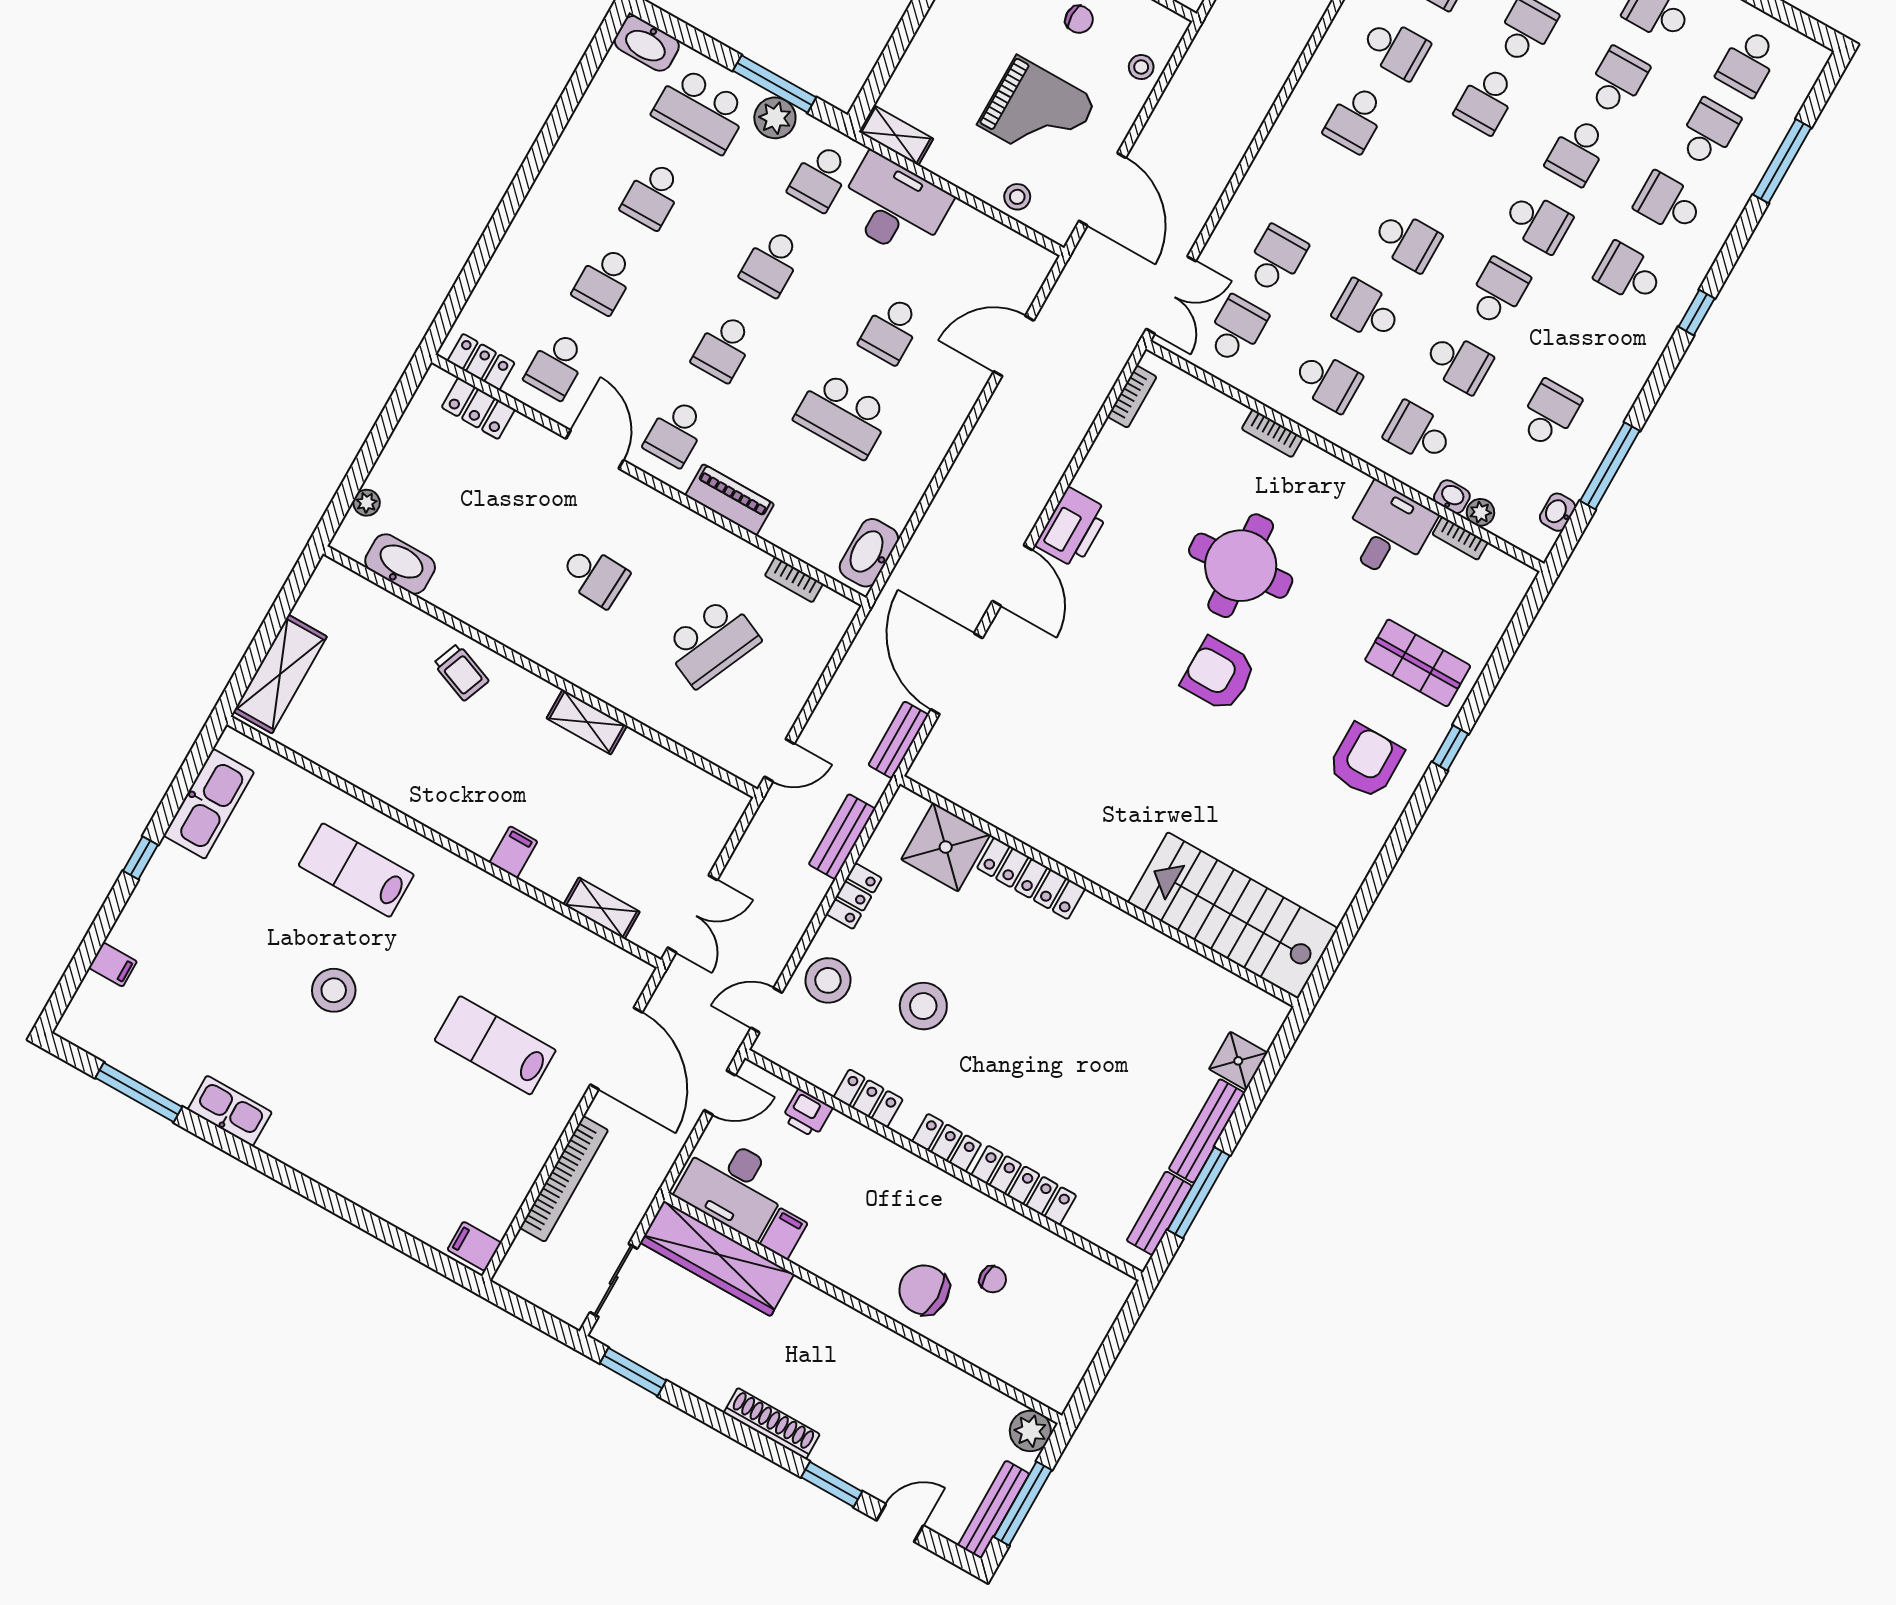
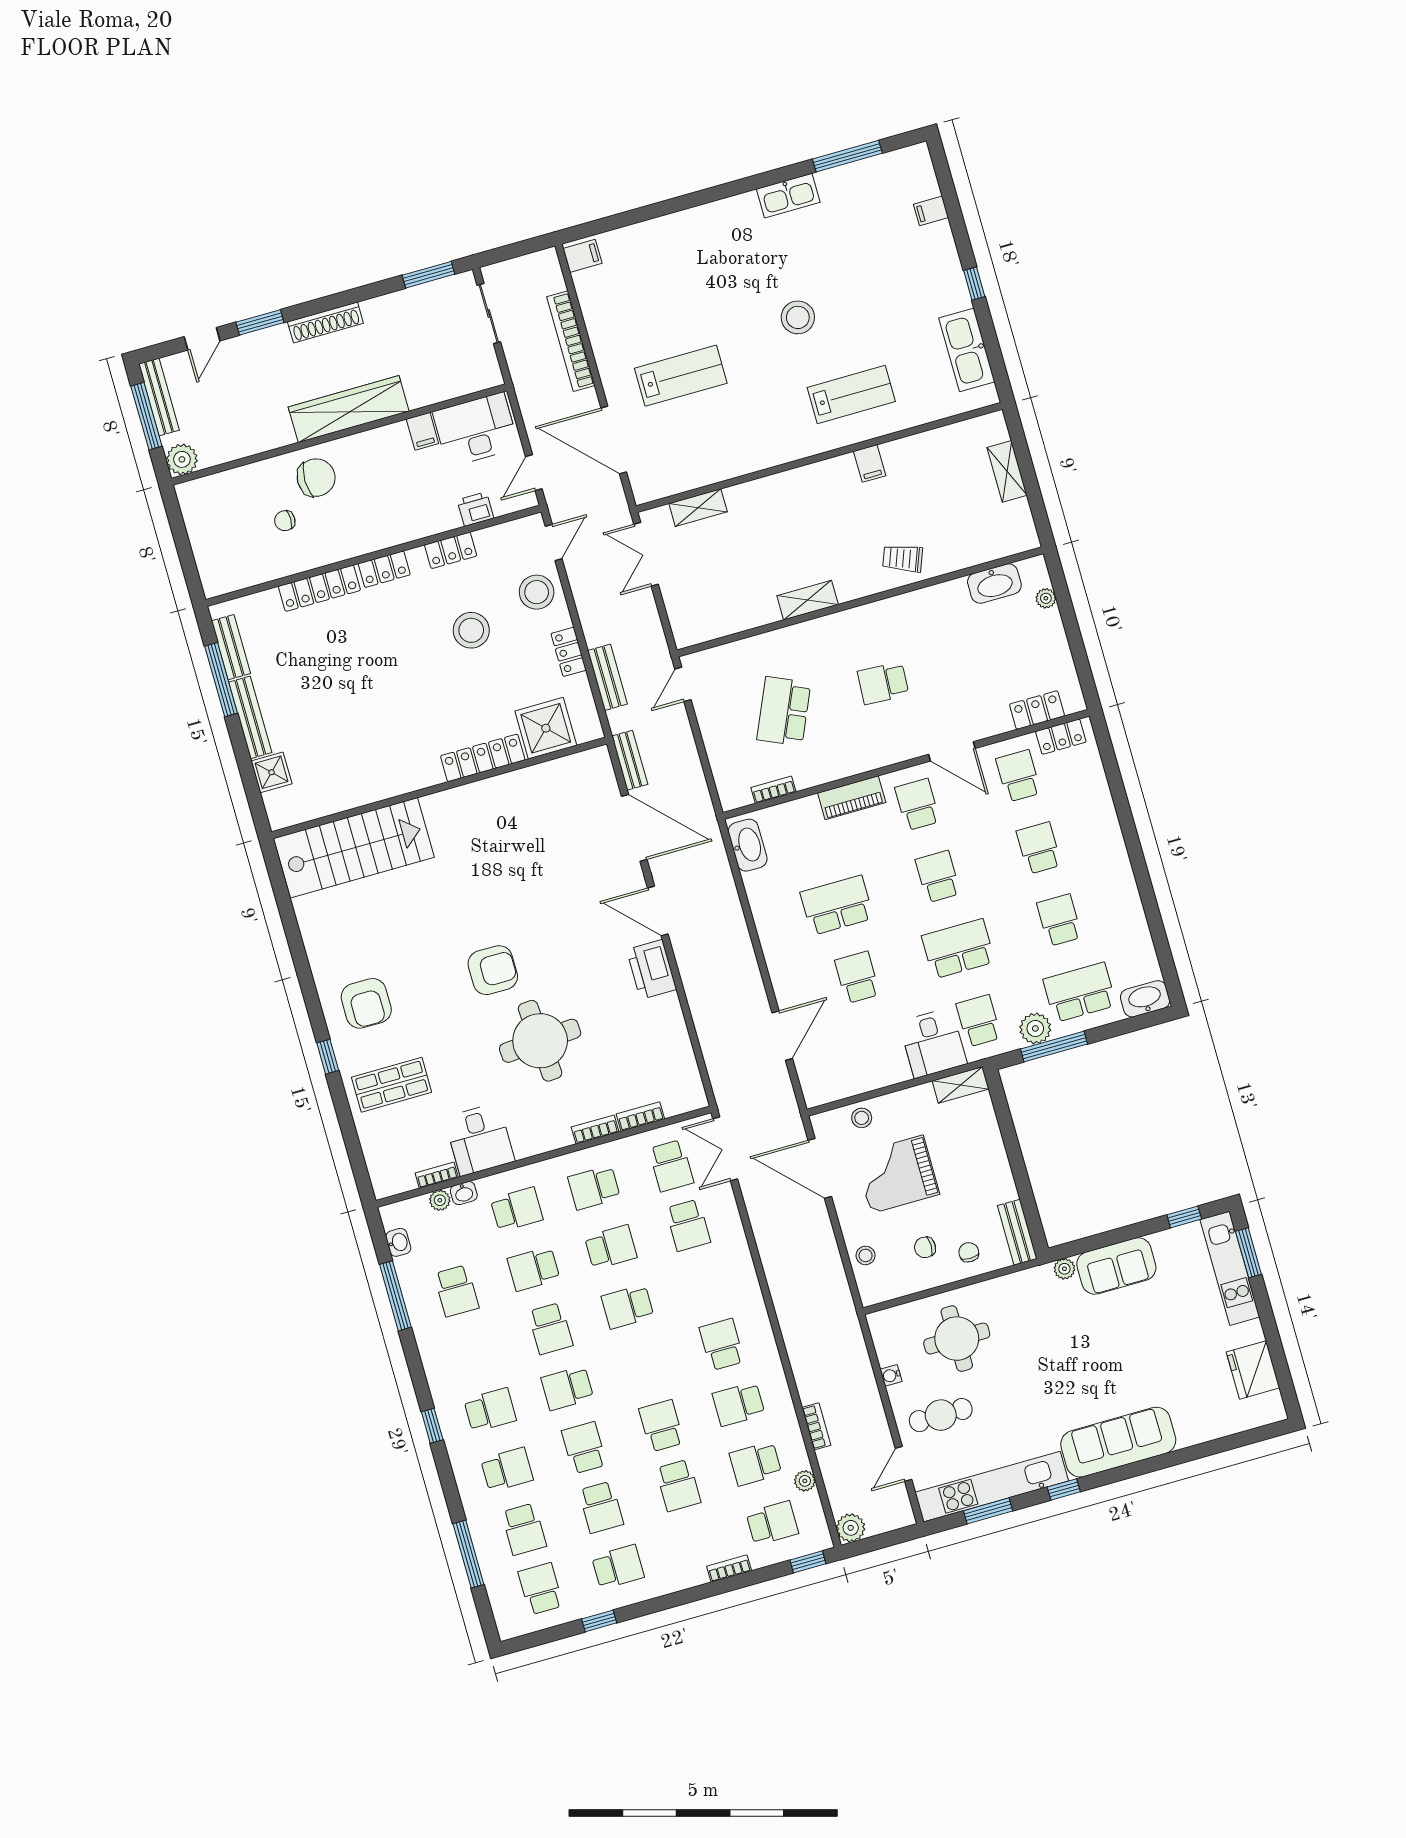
desk: (894, 206) -> (933, 1043), width x0.73
school desk: (772, 262) -> (958, 949), width x1.85
bookcase: (1132, 397) -> (640, 1117), moved, turned 90
shelving: (280, 674) -> (1007, 471), width x0.67, depth x0.75
filing cabinet: (513, 852) -> (870, 463), moved
wardrobe: (717, 1258) -> (349, 409), moved

